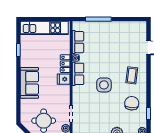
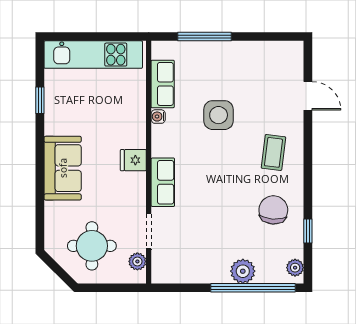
locker: (65, 64) -> (136, 128), removed
row of seats: (78, 74) -> (163, 182), moved
side table: (104, 85) -> (219, 115), moved

